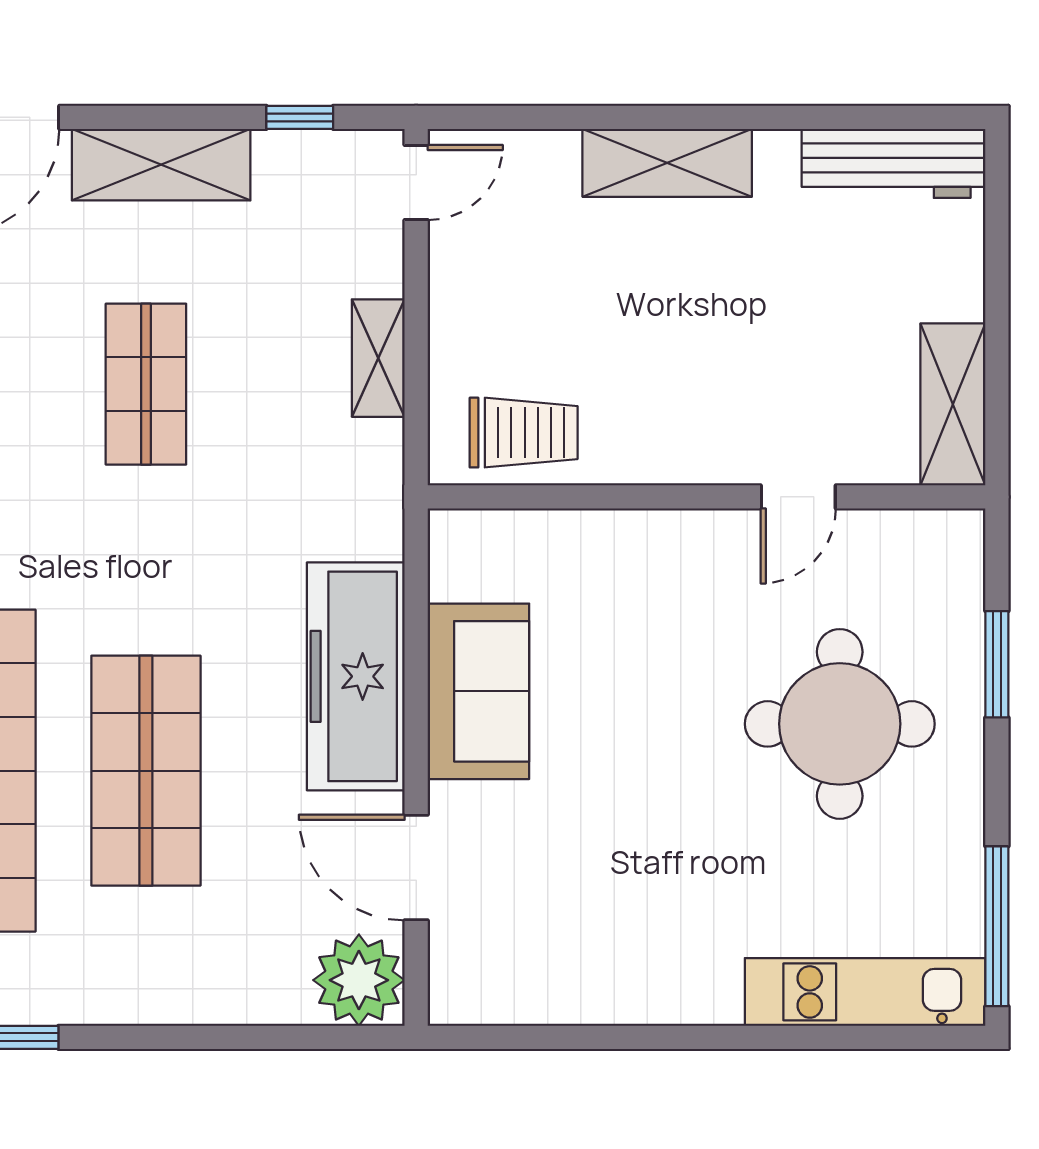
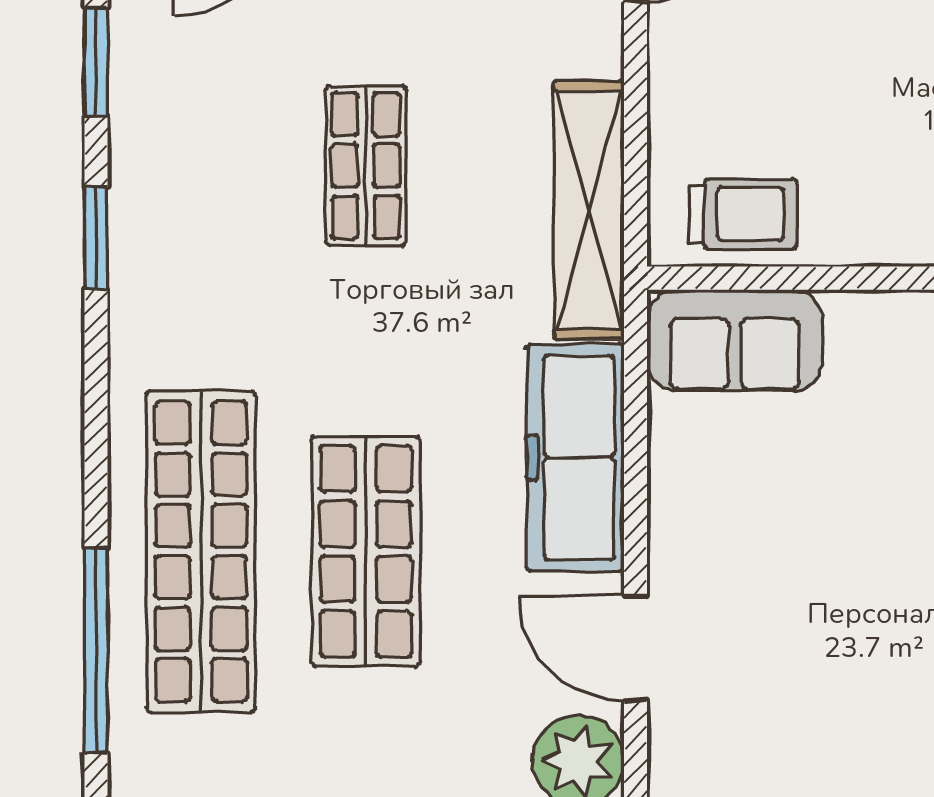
shelving: (378, 358) -> (589, 210), width x2.20, depth x1.33
sofa: (478, 691) -> (735, 340), moved, turned 90

